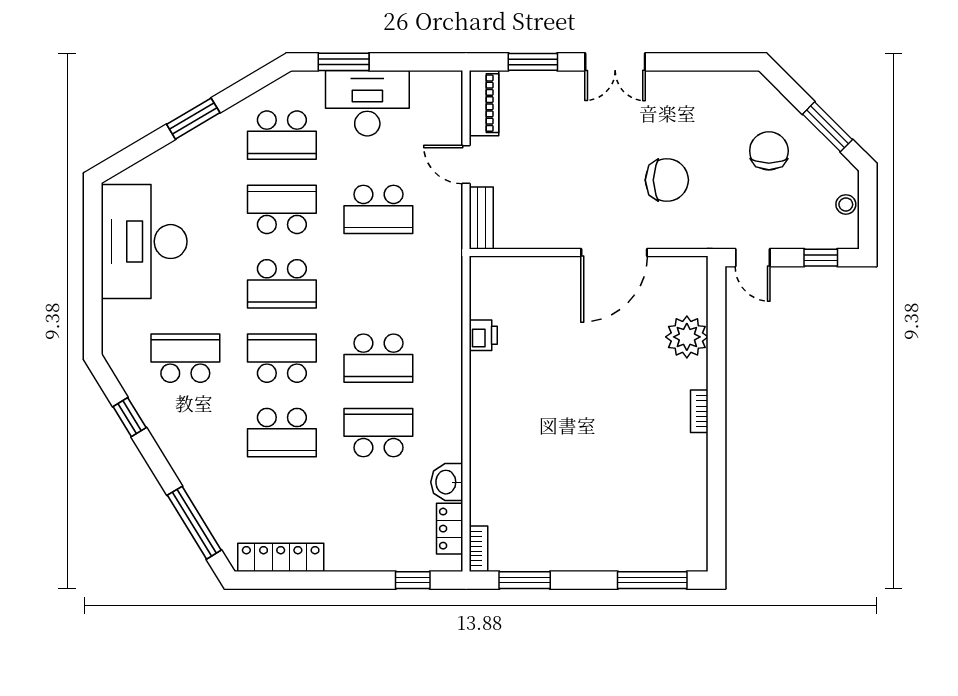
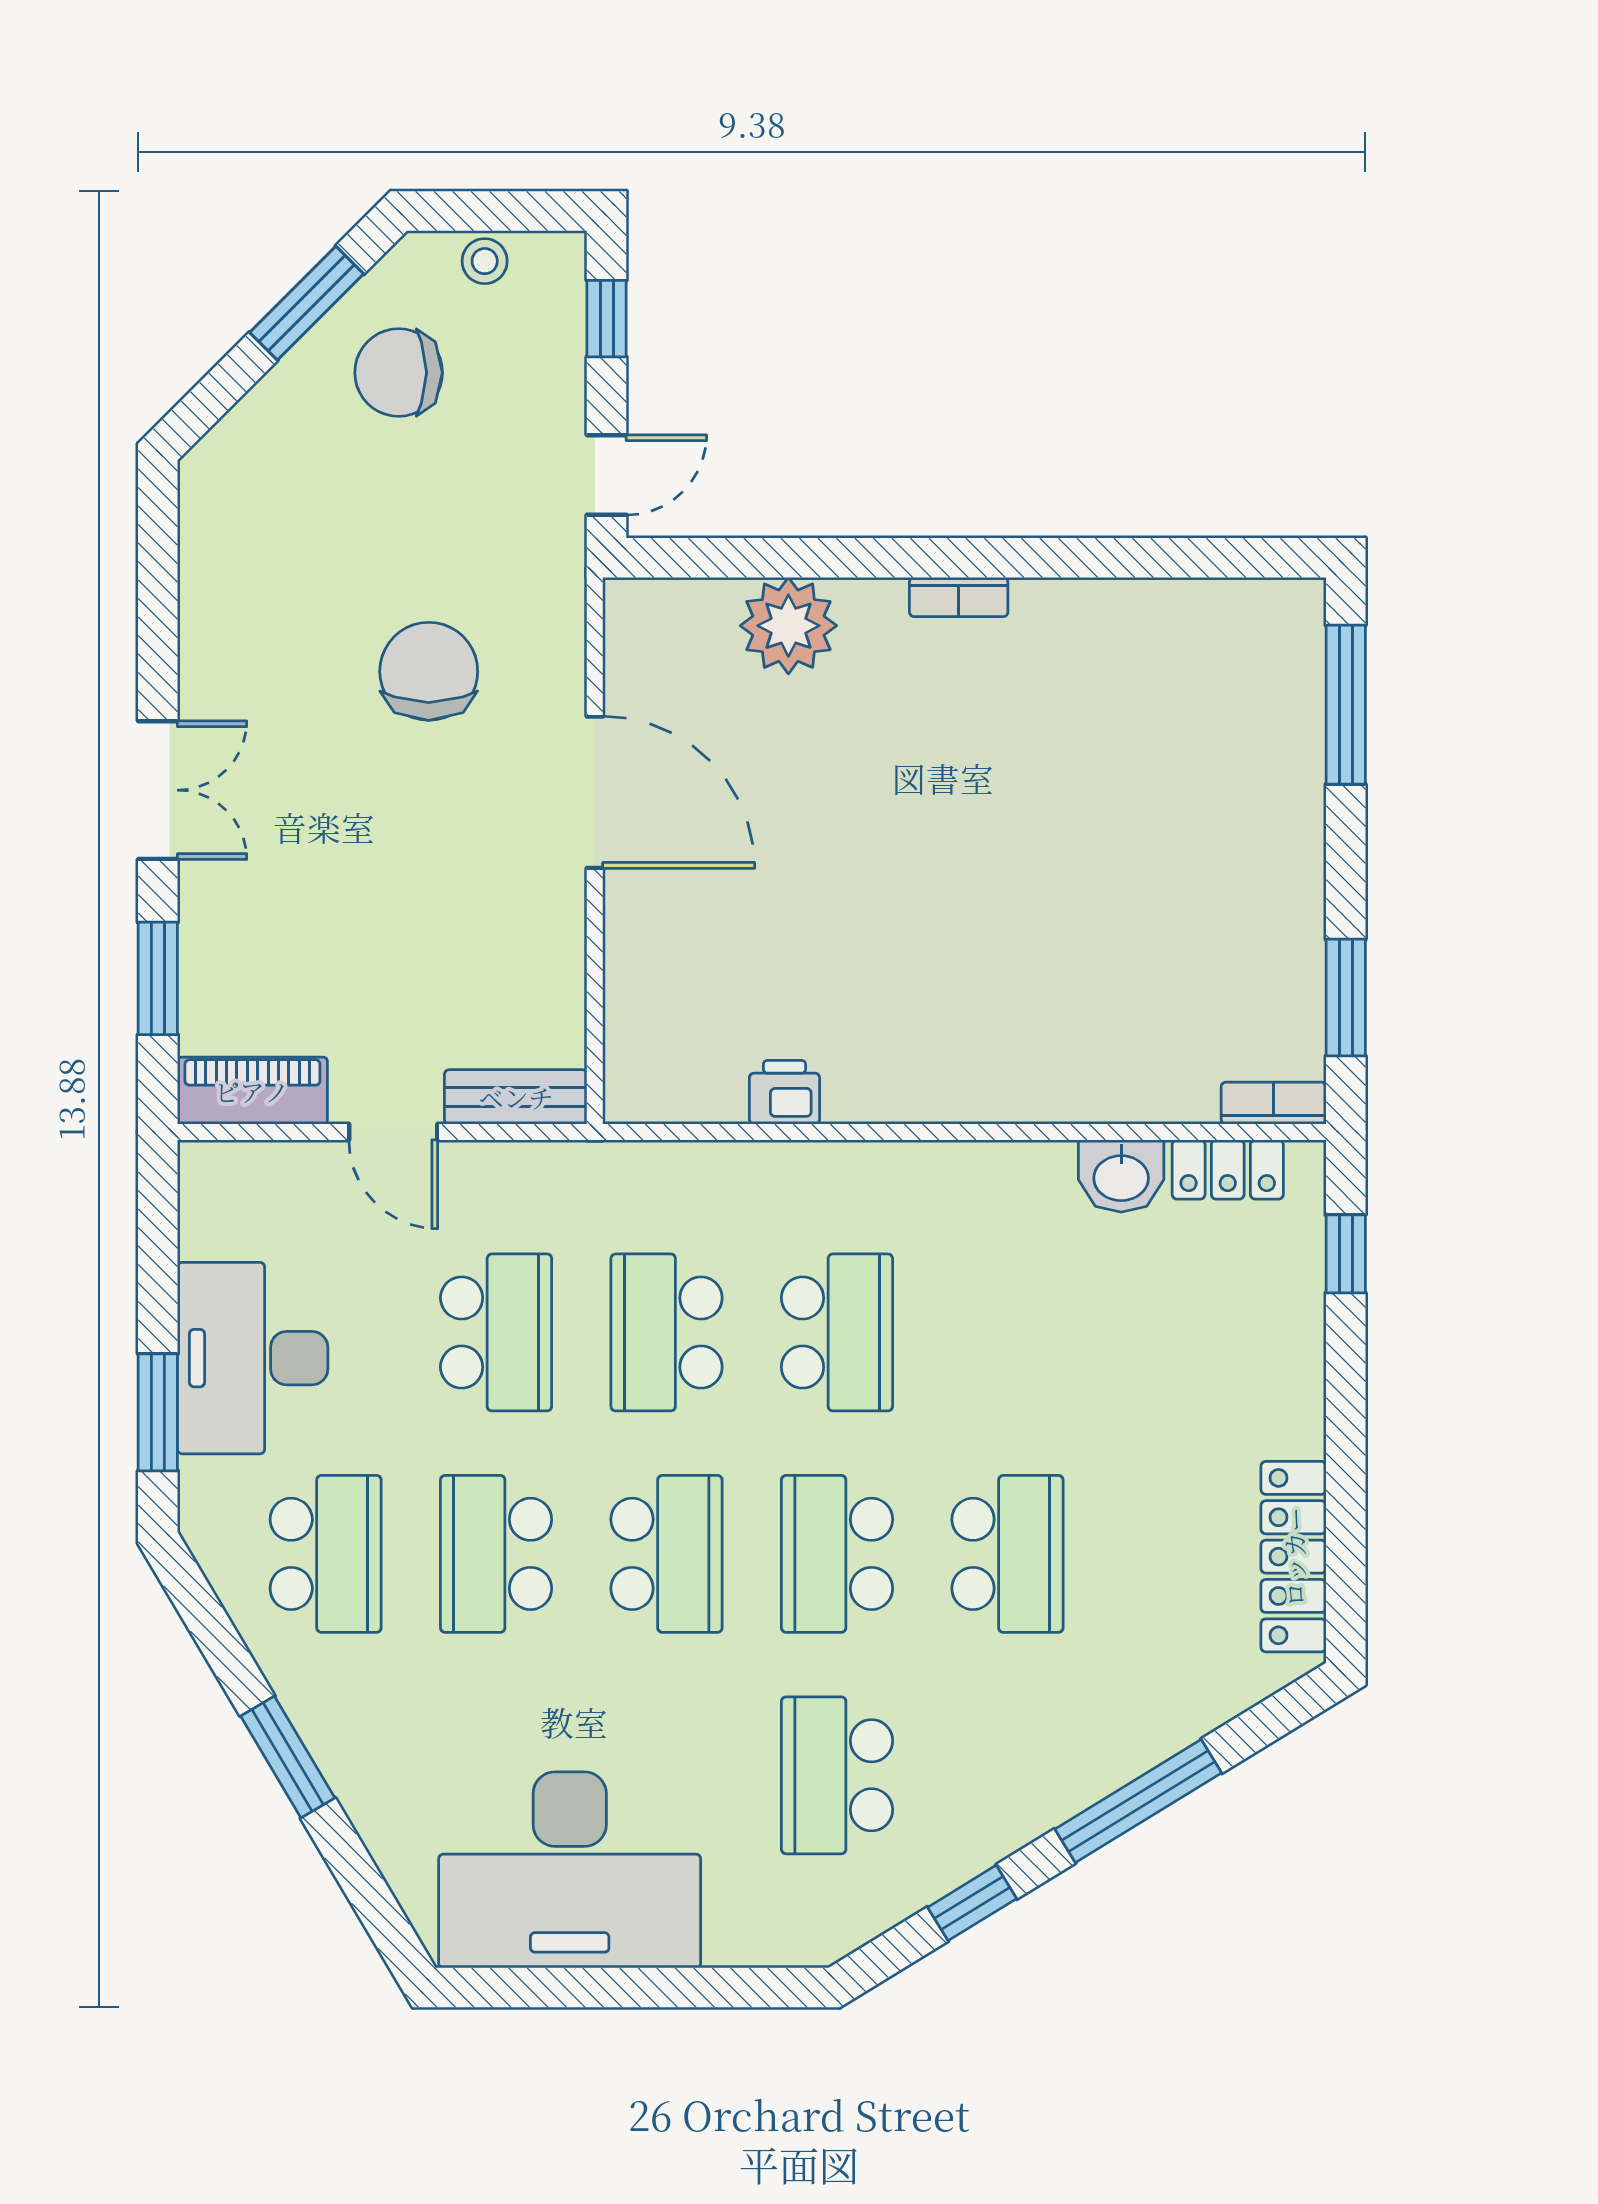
chair: (769, 151) -> (399, 373), moved
door: (466, 165) -> (393, 1132), hinge flipped
school desk: (378, 433) -> (667, 1332), moved
window: (194, 523) -> (1138, 1801), moved

